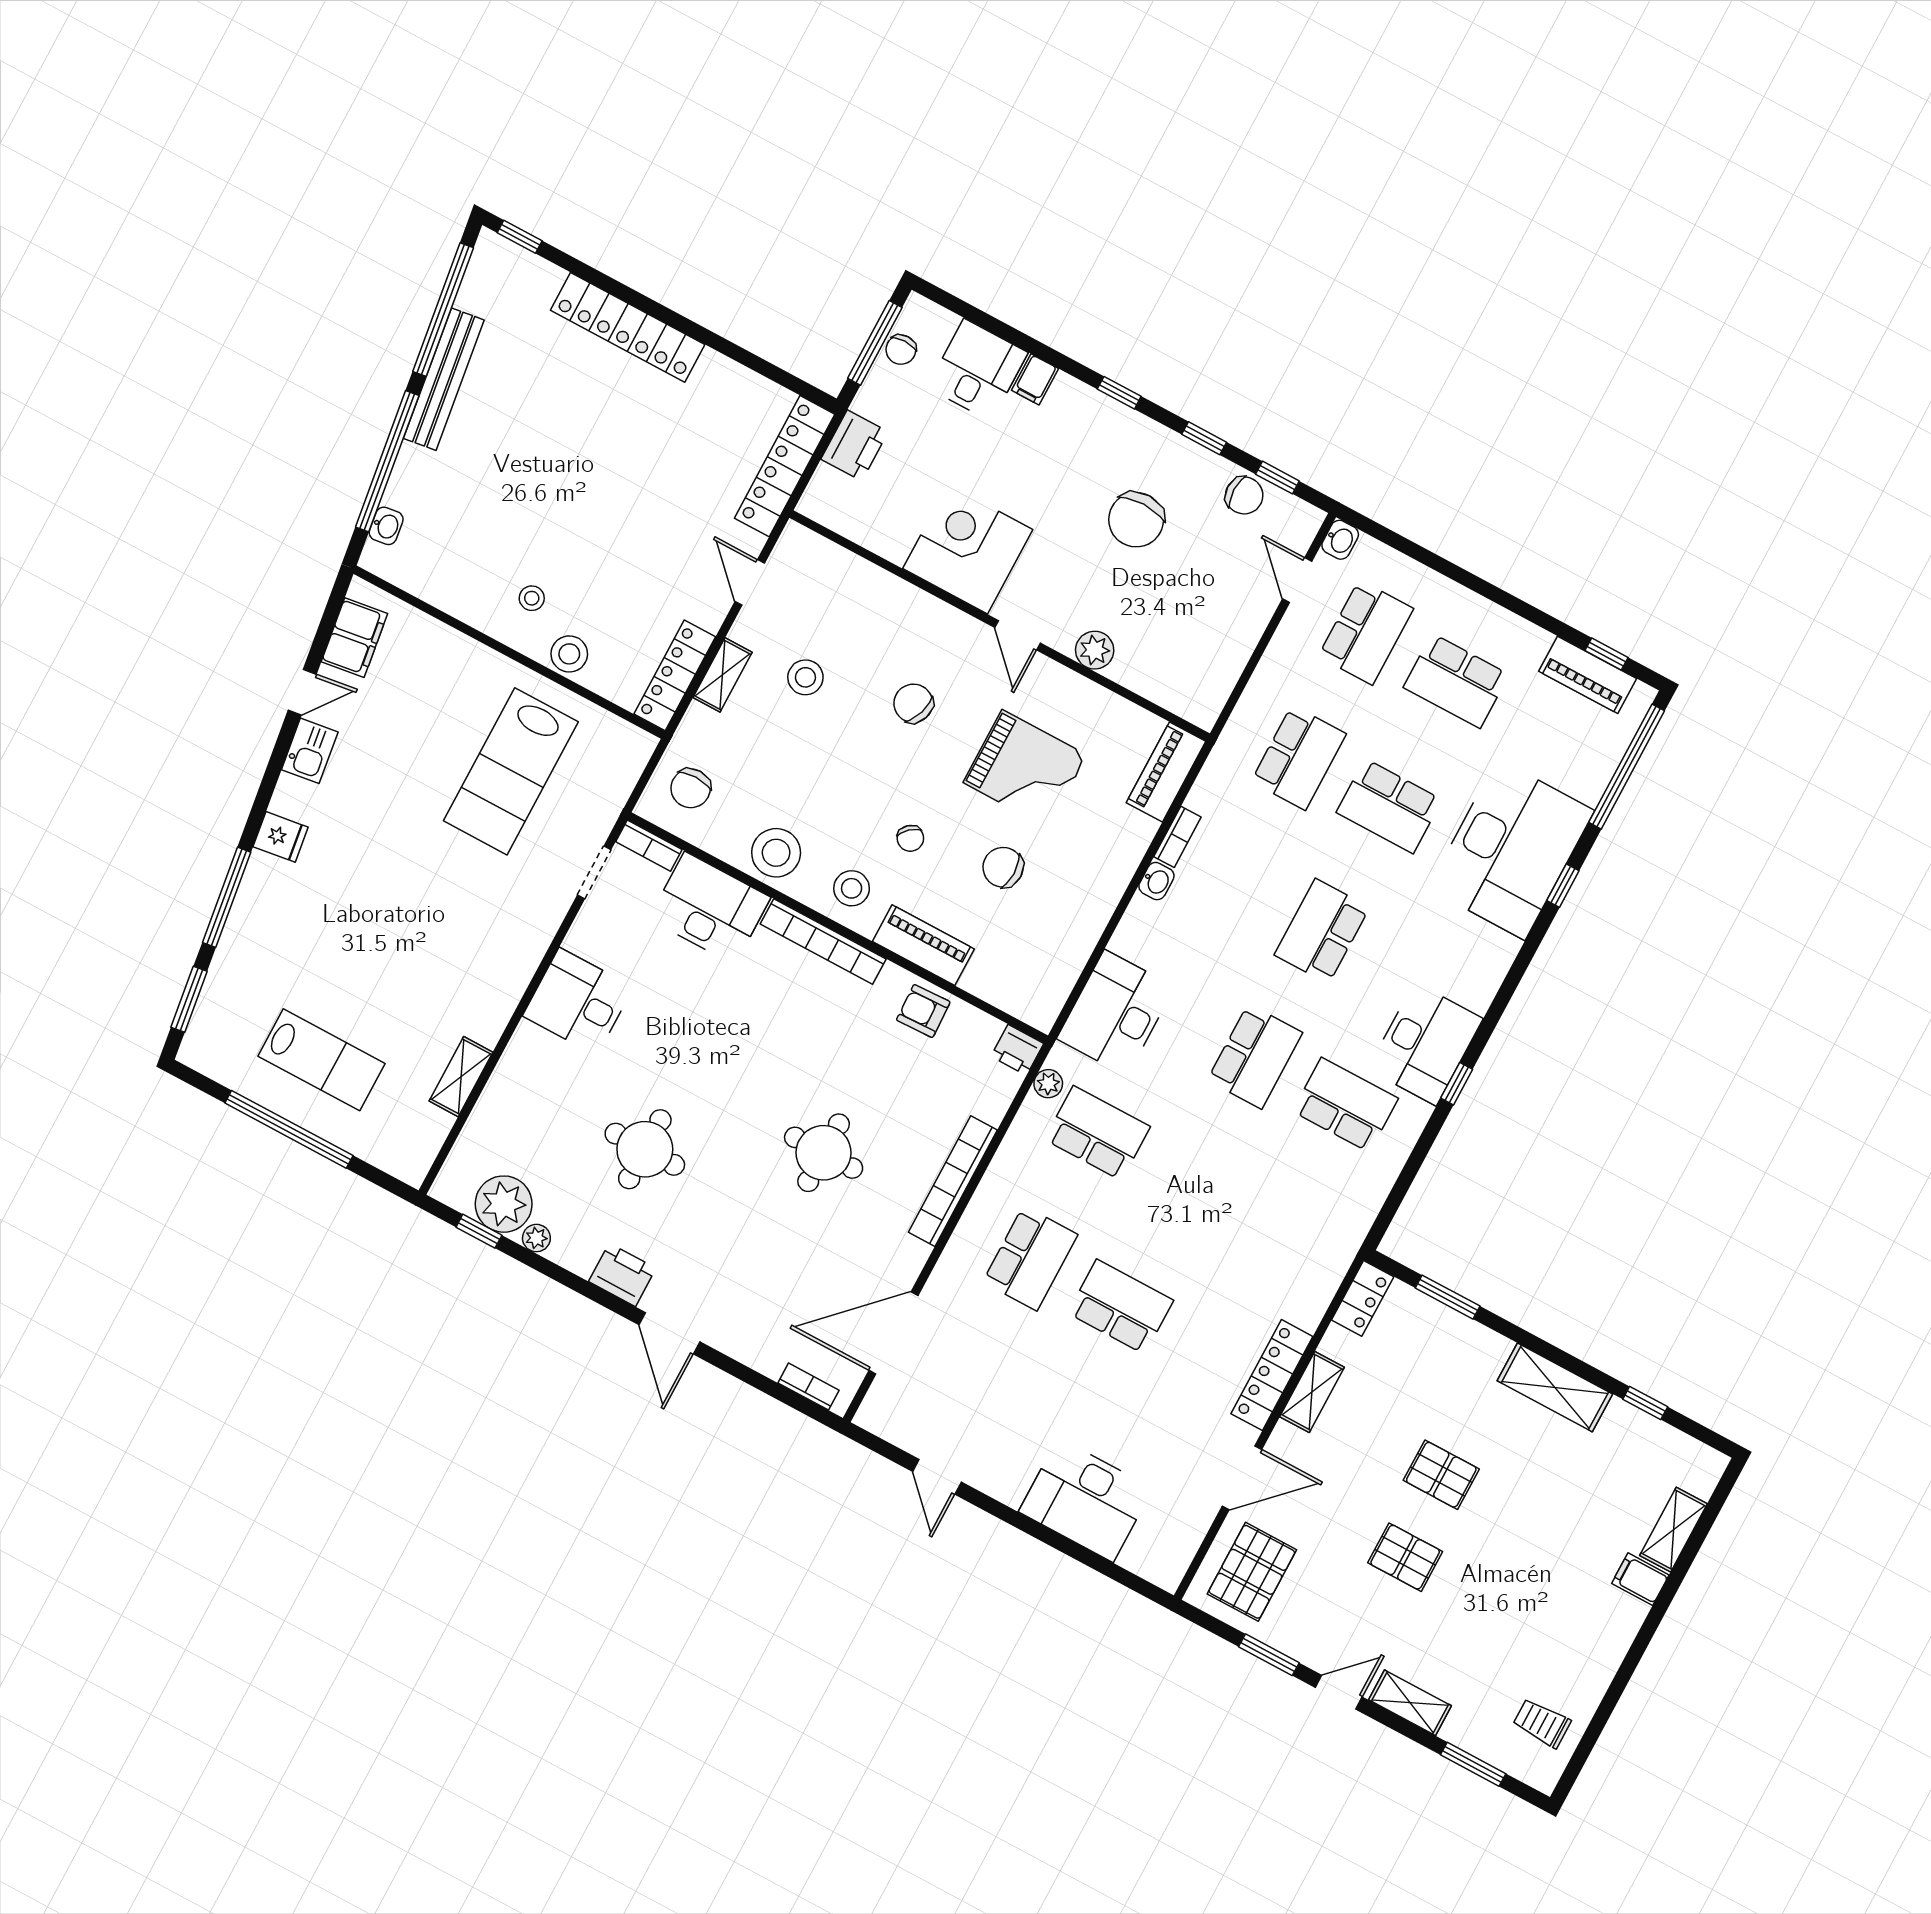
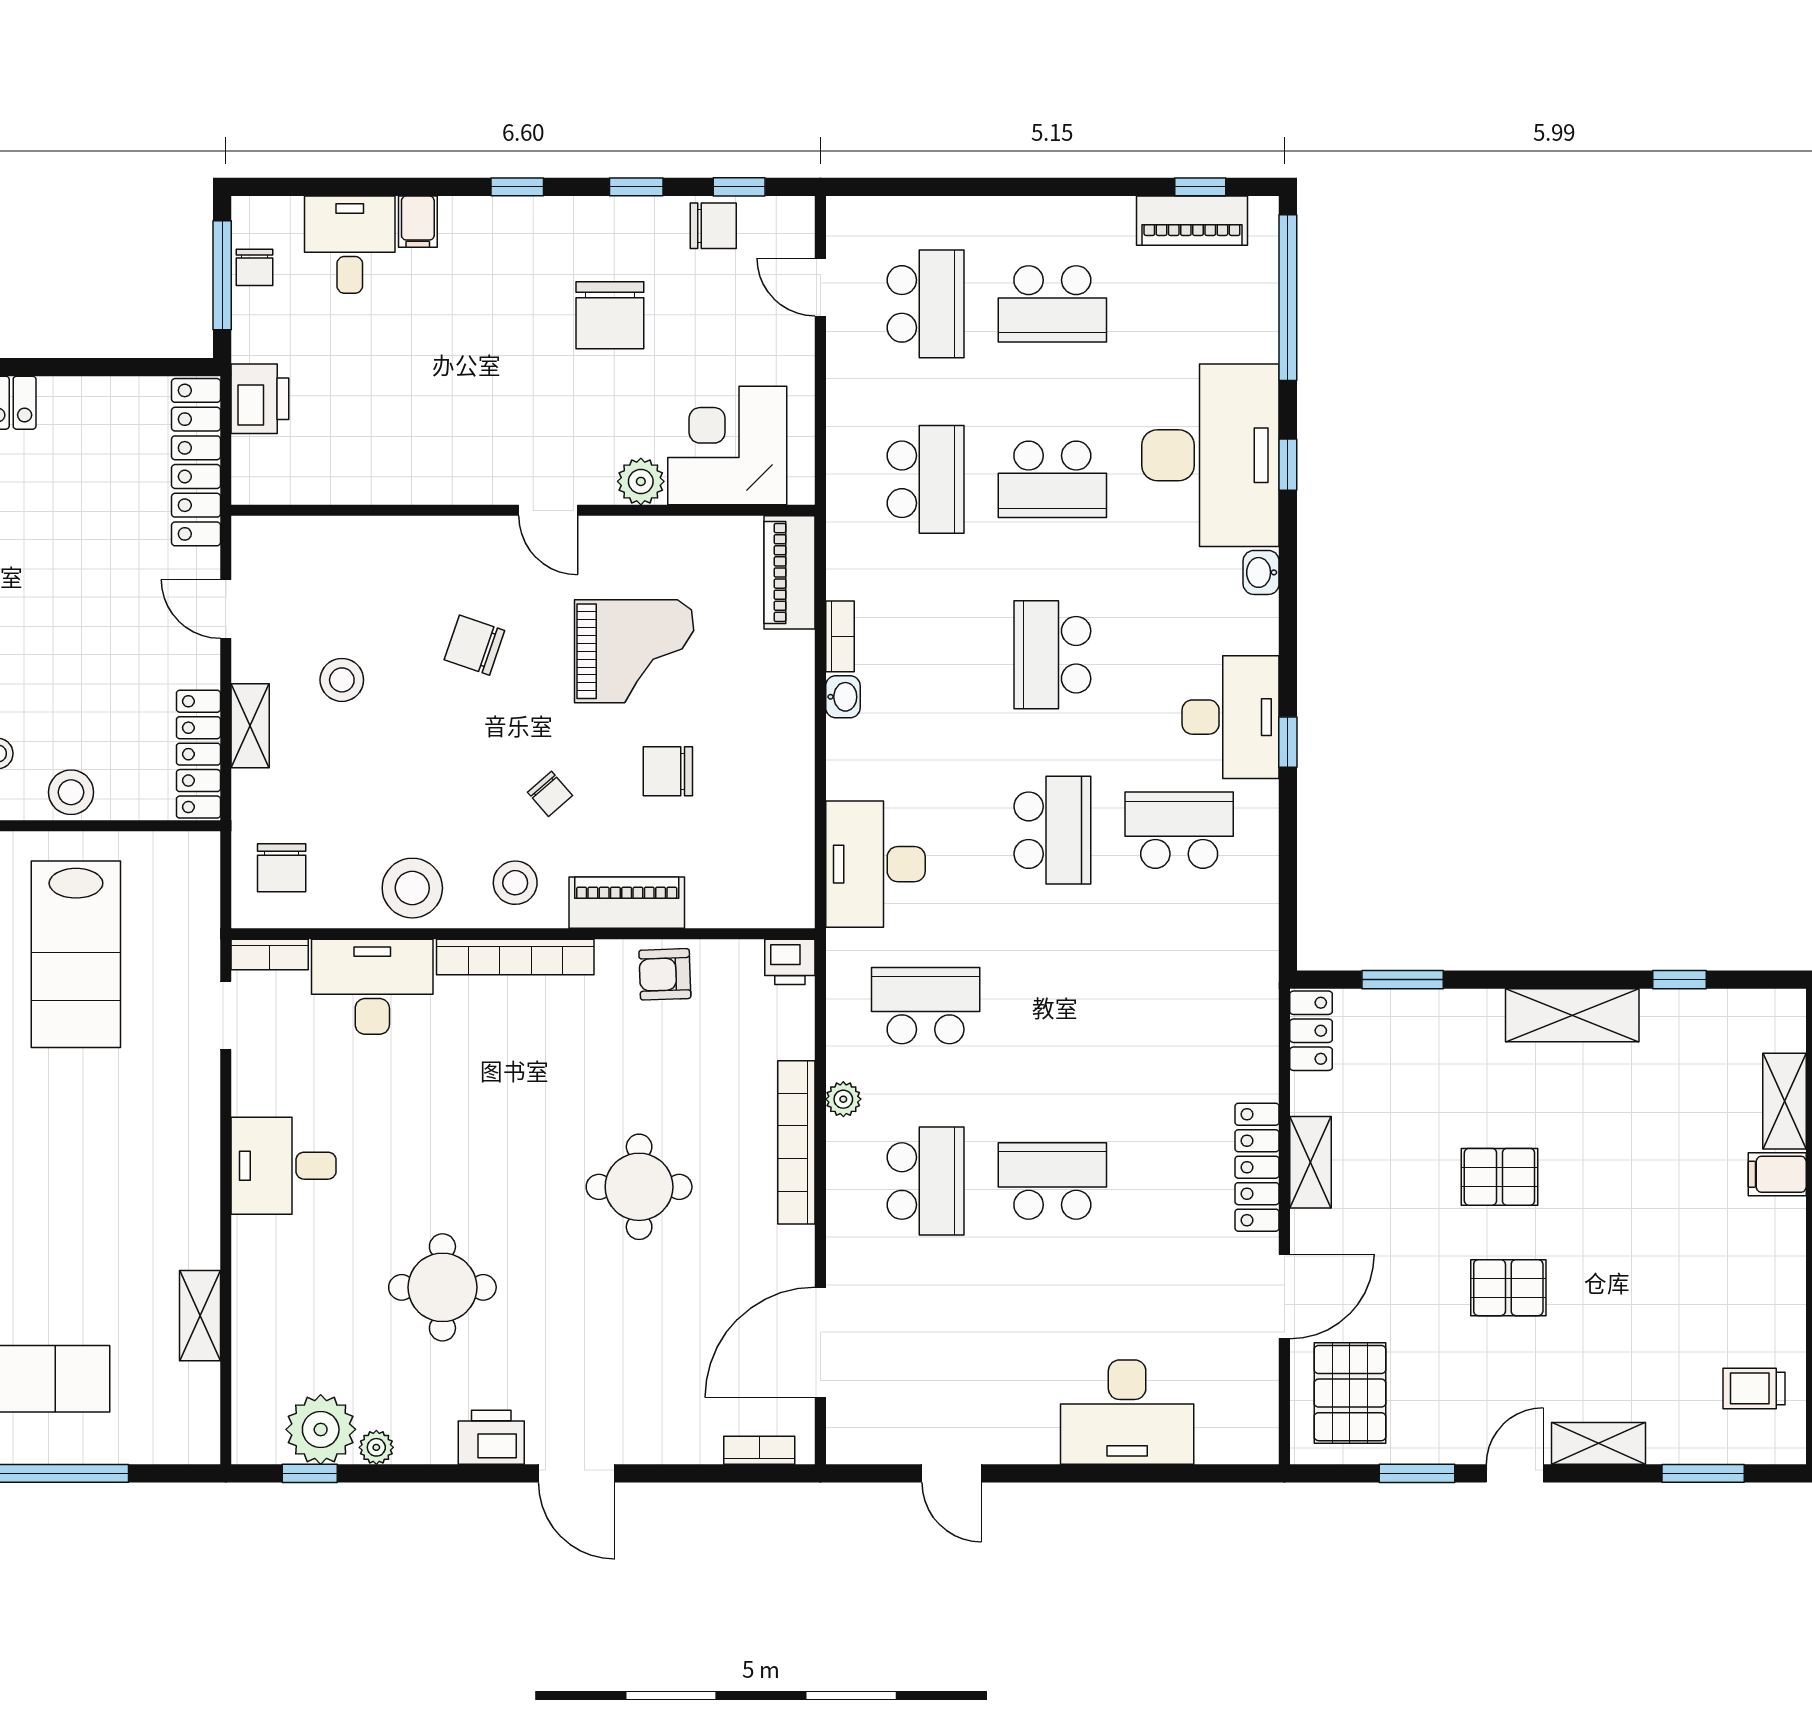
washbasin: (1340, 540) -> (1261, 572), moved, turned 180
corner desk: (968, 549) -> (727, 446), moved
plant: (1048, 1084) -> (843, 1099), moved

